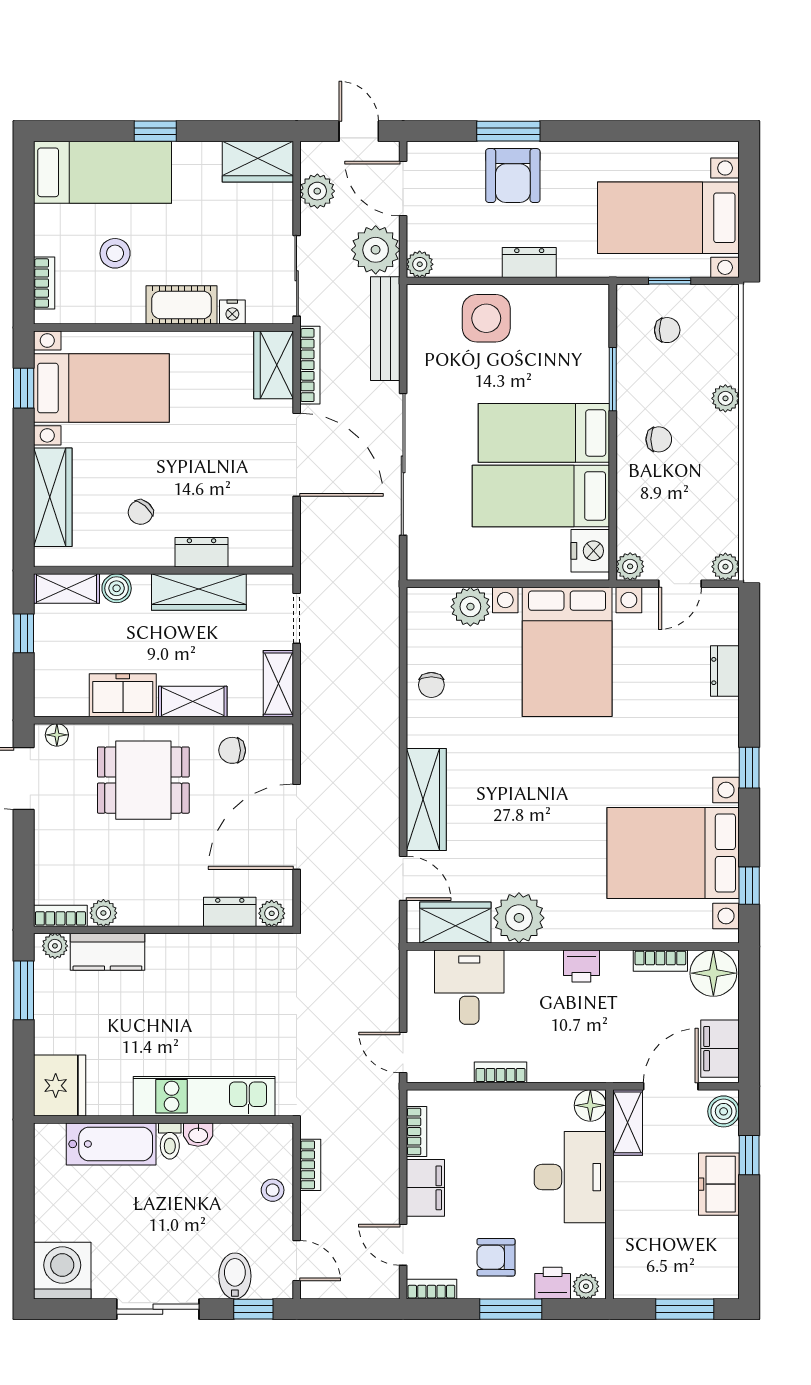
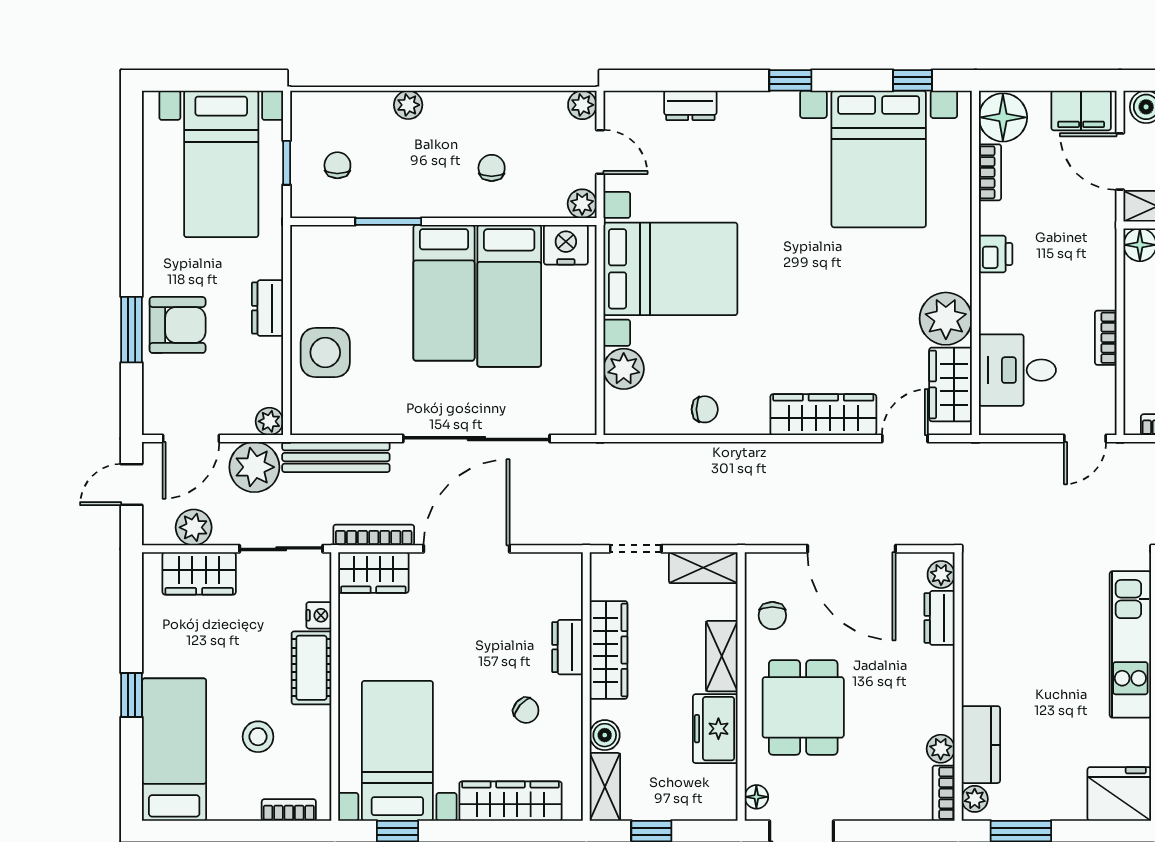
wardrobe: (258, 162) -> (199, 573), moved, turned 90
chair: (659, 439) -> (492, 168), moved

